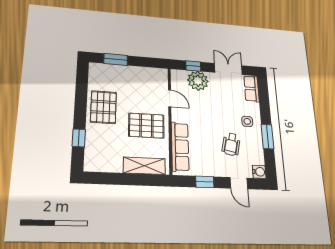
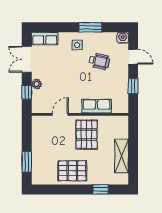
plant: (198, 81) -> (37, 84), width x0.53, depth x0.53
row of seats: (180, 147) -> (97, 106), width x0.68
shelving: (144, 166) -> (122, 156), moved
door: (239, 183) -> (133, 57), hinge flipped

